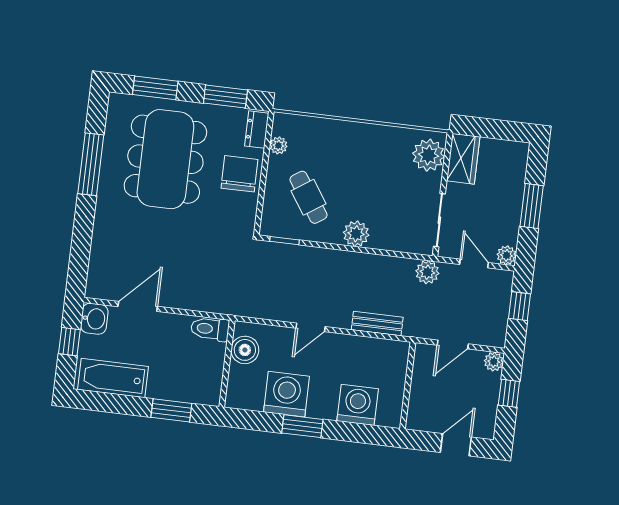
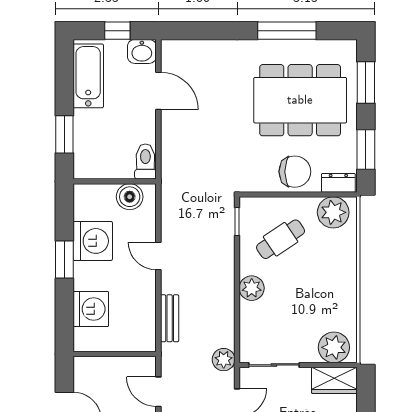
plant: (278, 145) -> (333, 212), width x1.87, depth x1.87

